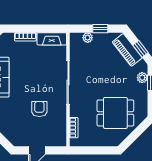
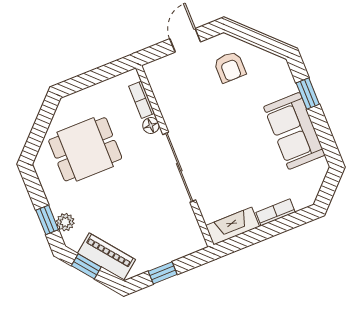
plant: (88, 38) -> (177, 250), removed
armchair: (39, 109) -> (230, 67), moved
floor lamp: (74, 112) -> (151, 126), added

